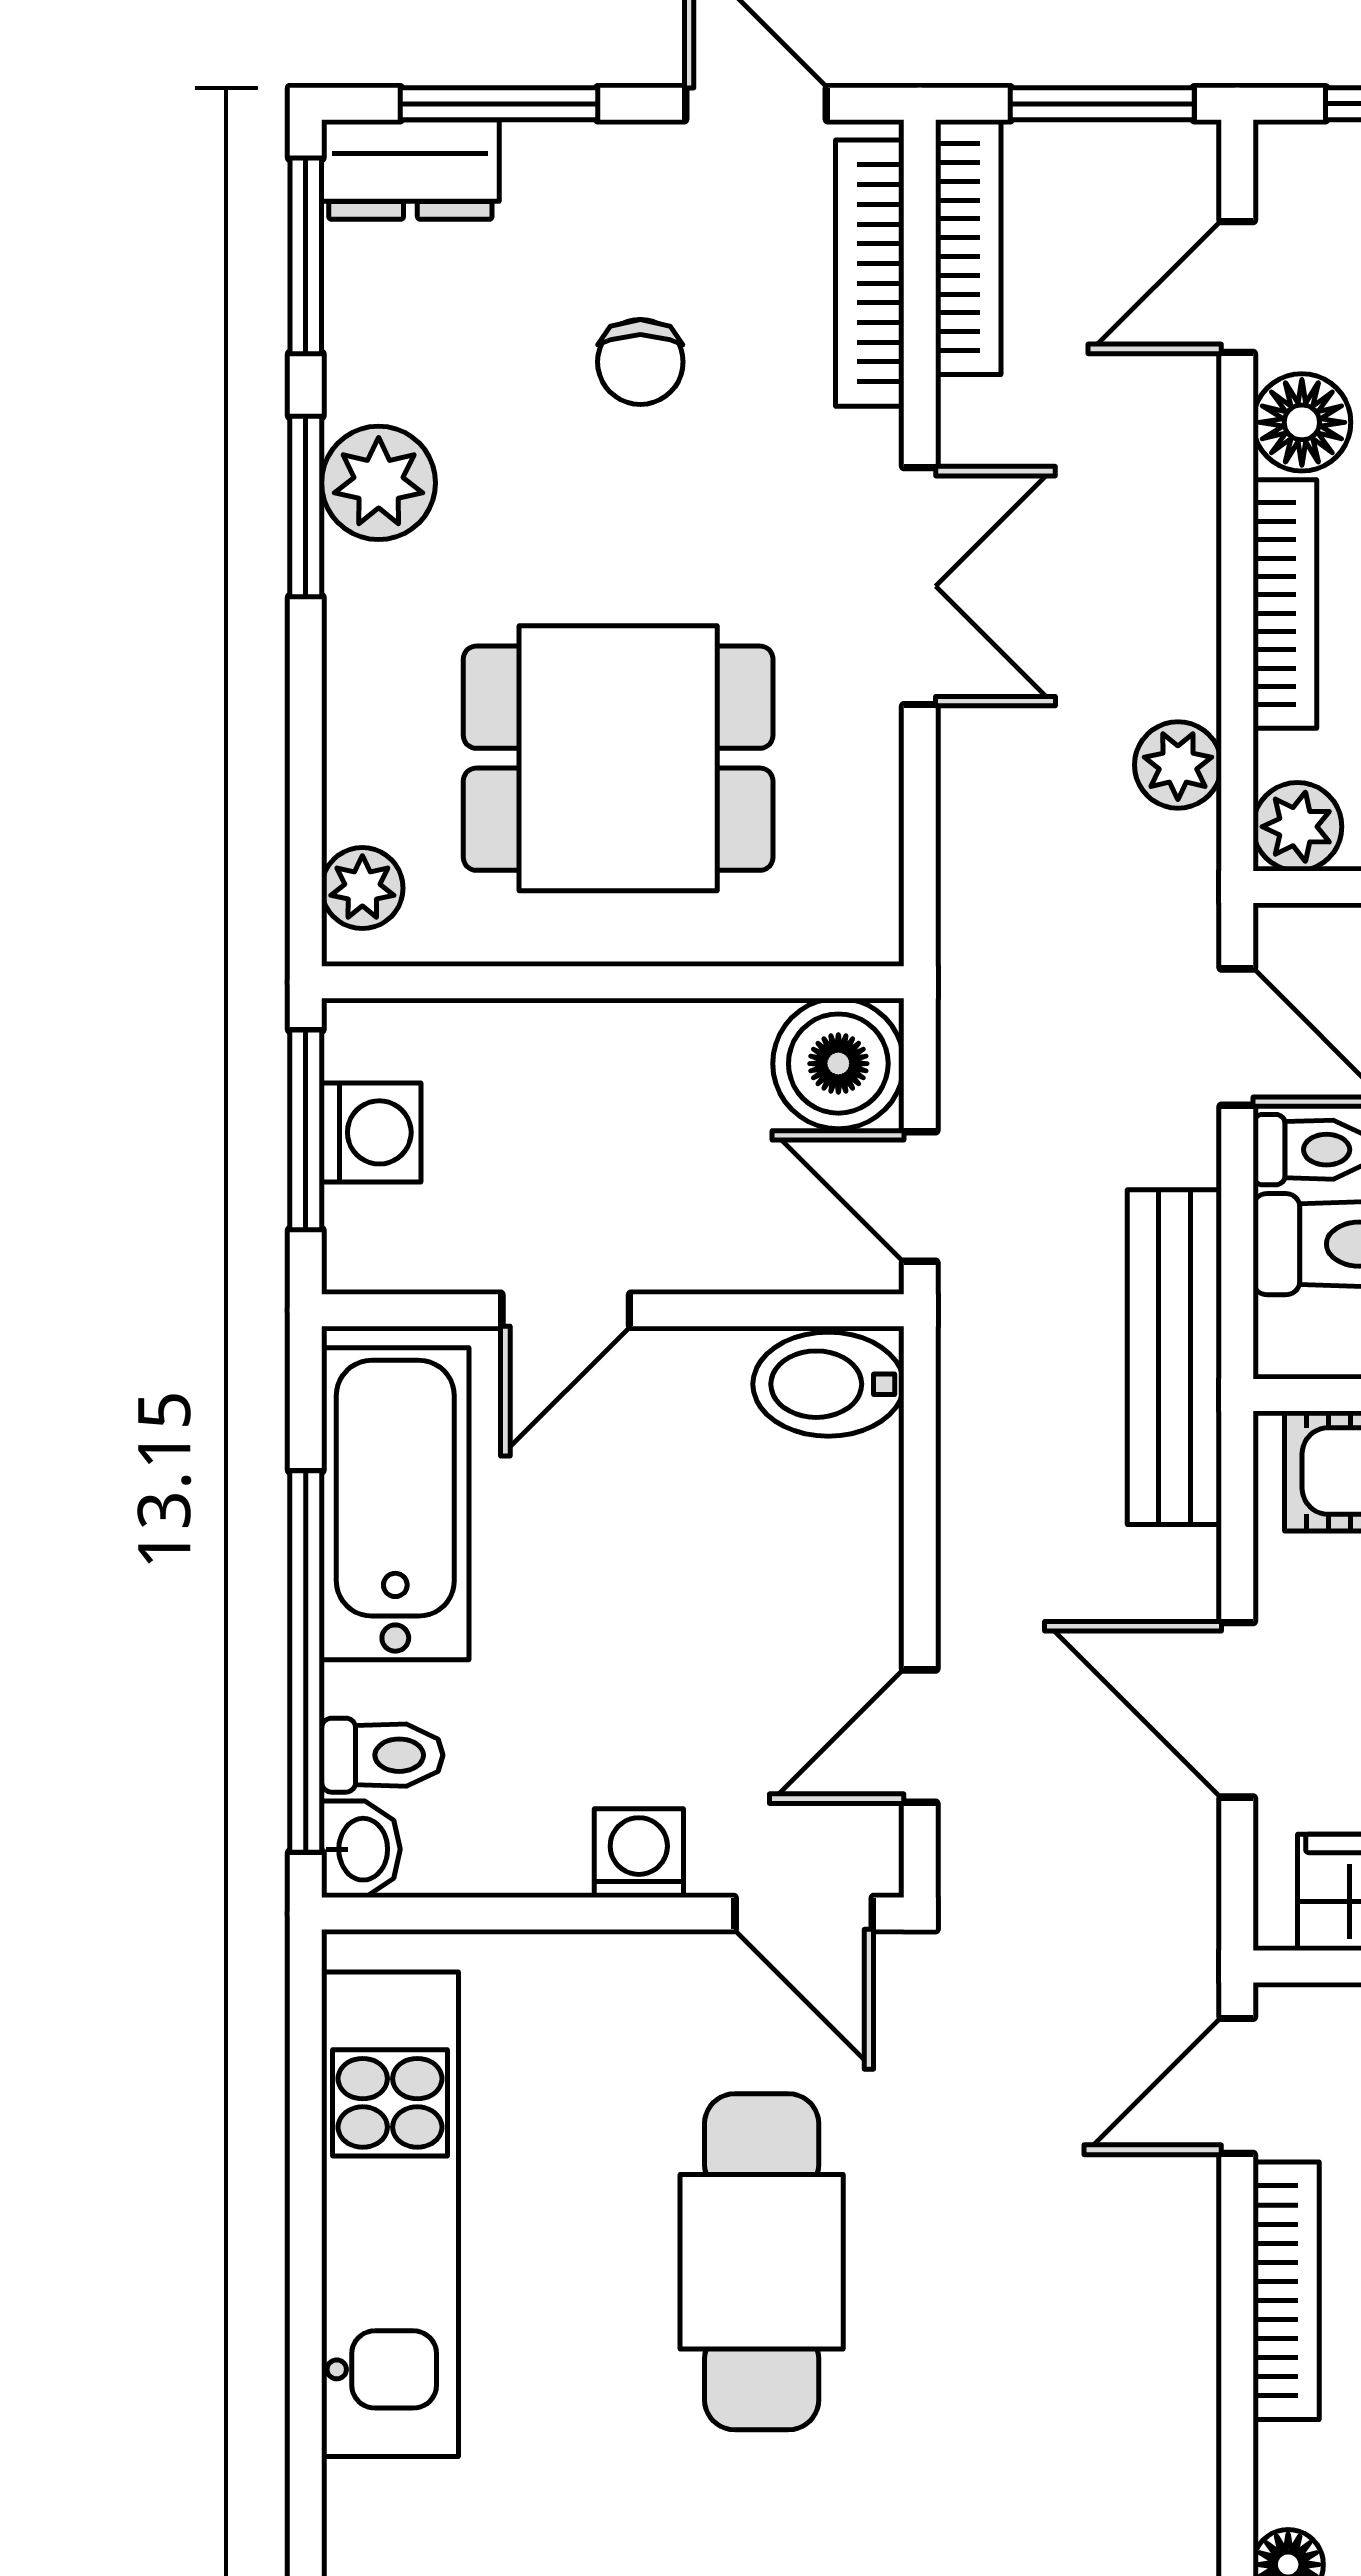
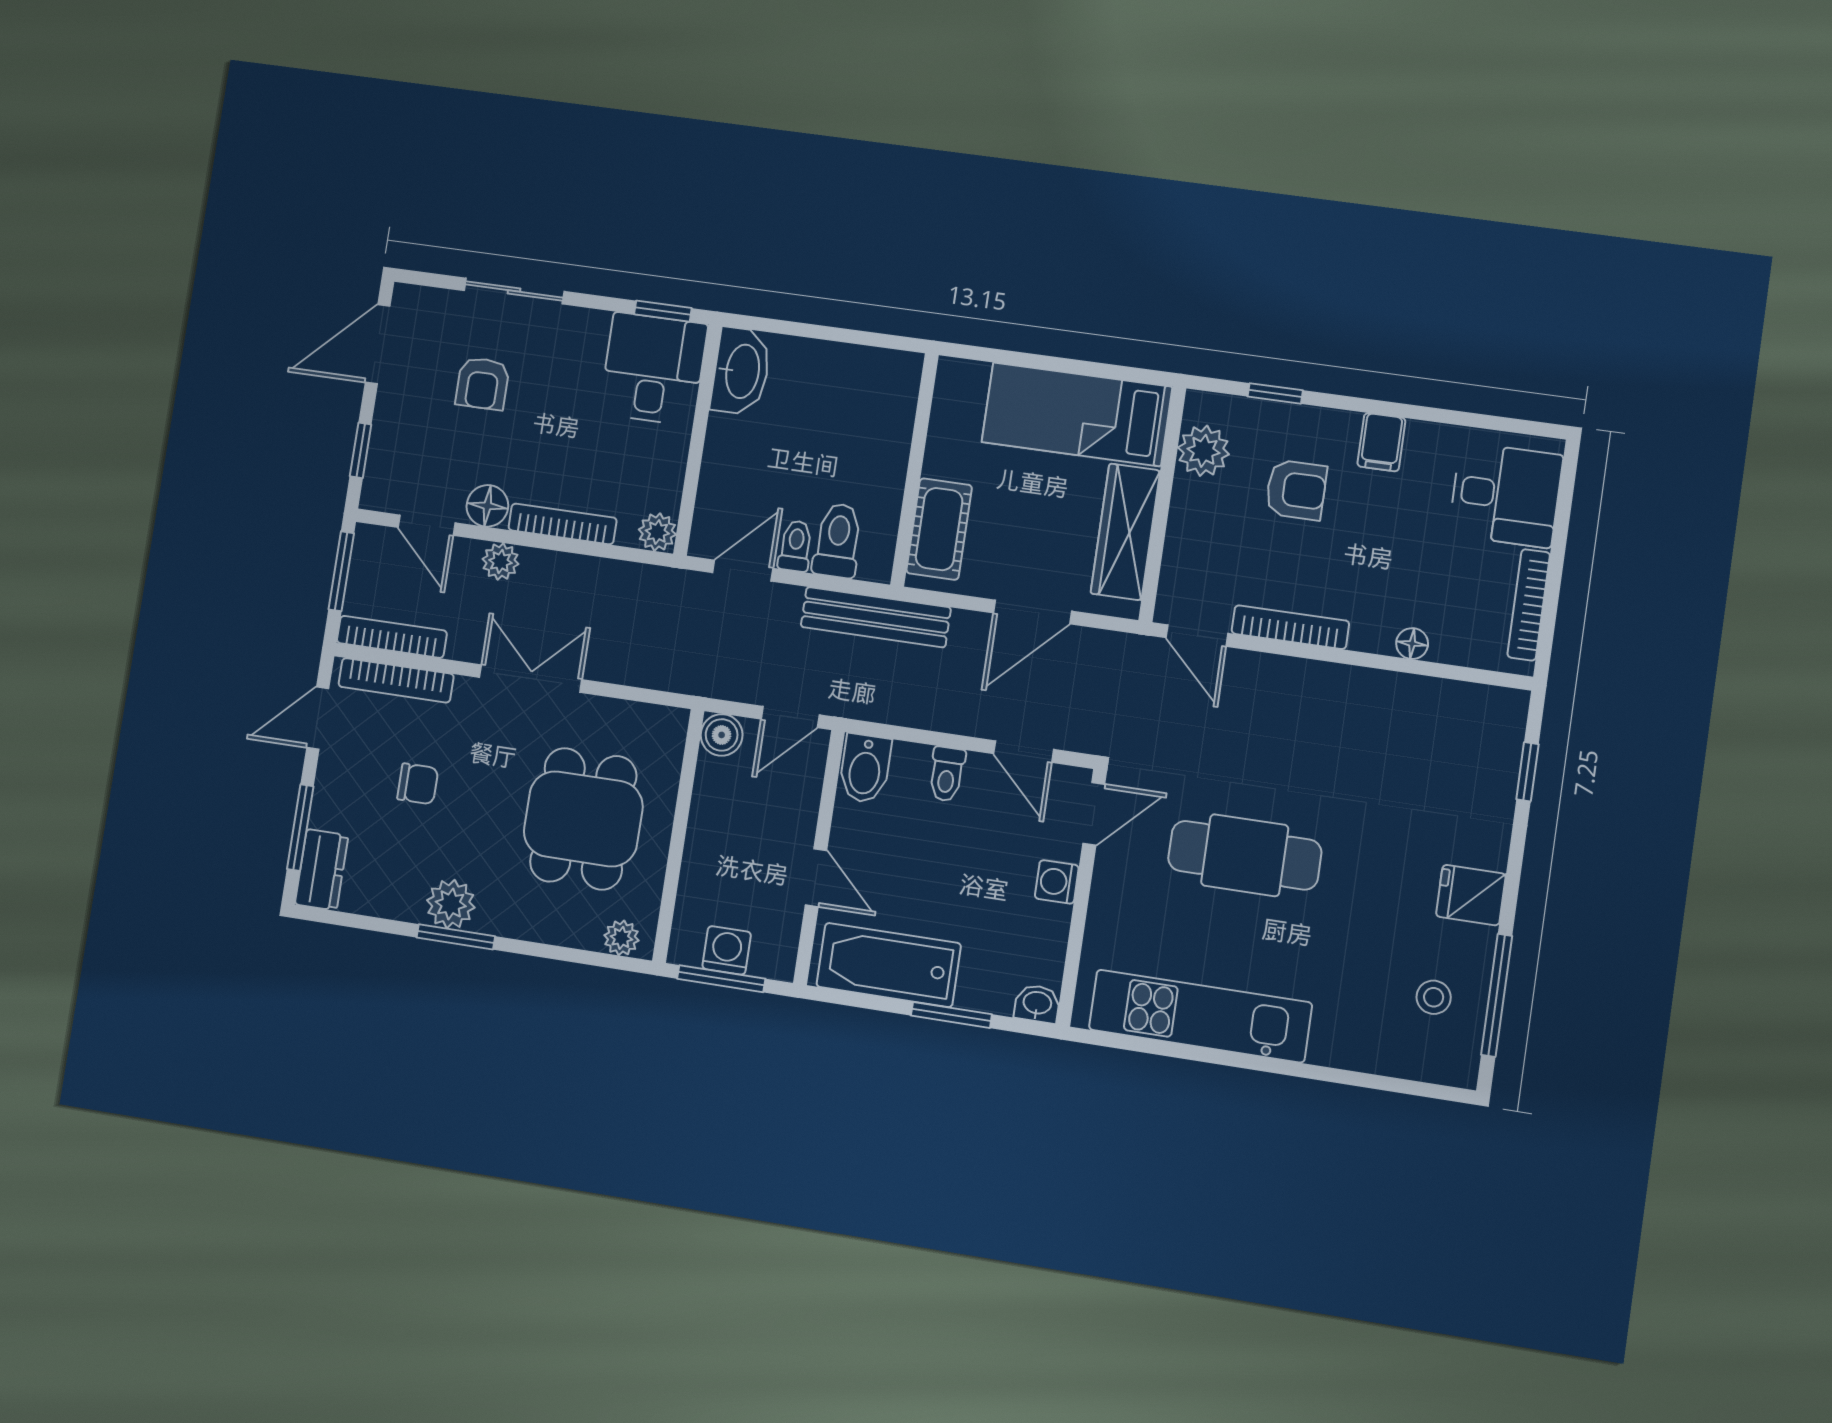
window: (306, 256) -> (351, 920), removed
plant: (1178, 765) -> (500, 562), moved
boiler: (838, 1064) -> (722, 735), width x0.73, depth x0.73
window: (306, 1661) -> (951, 1015), width x0.47
toilet: (382, 1755) -> (947, 774), moved, turned 180

